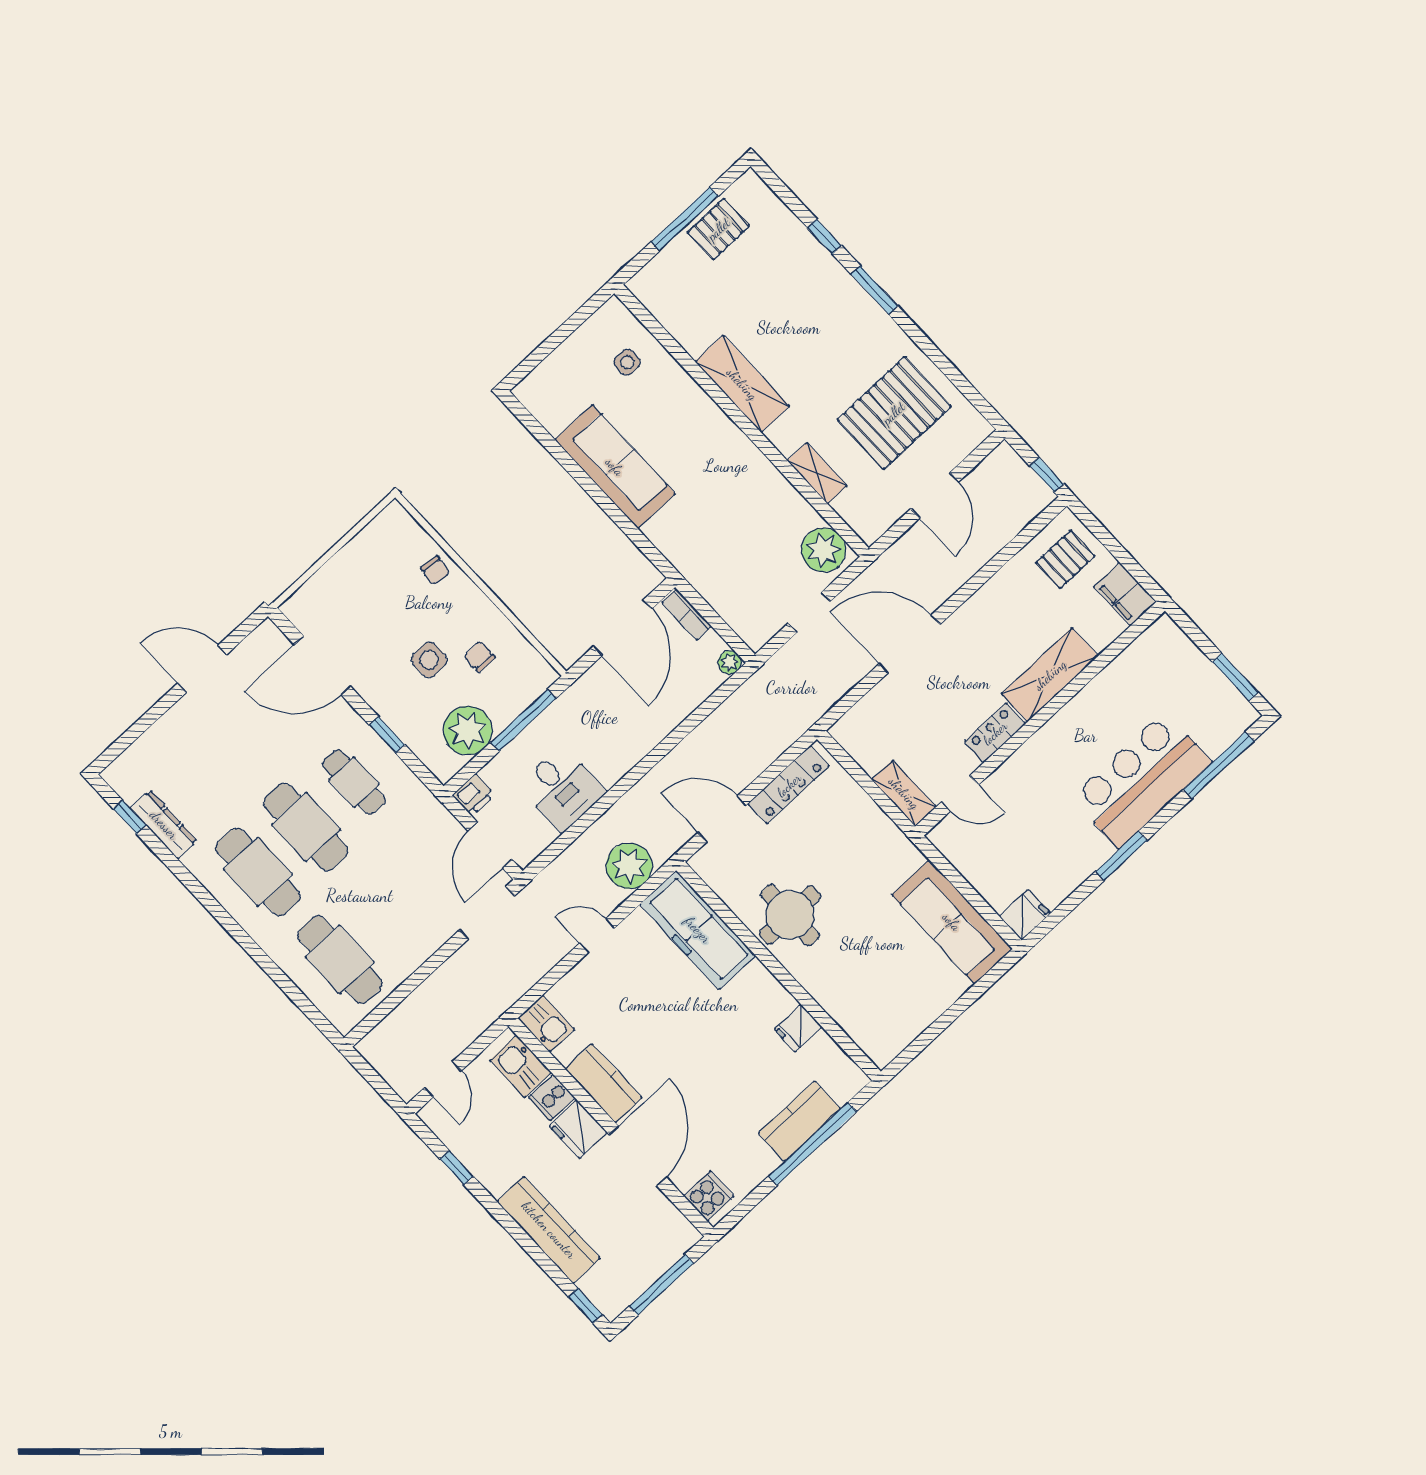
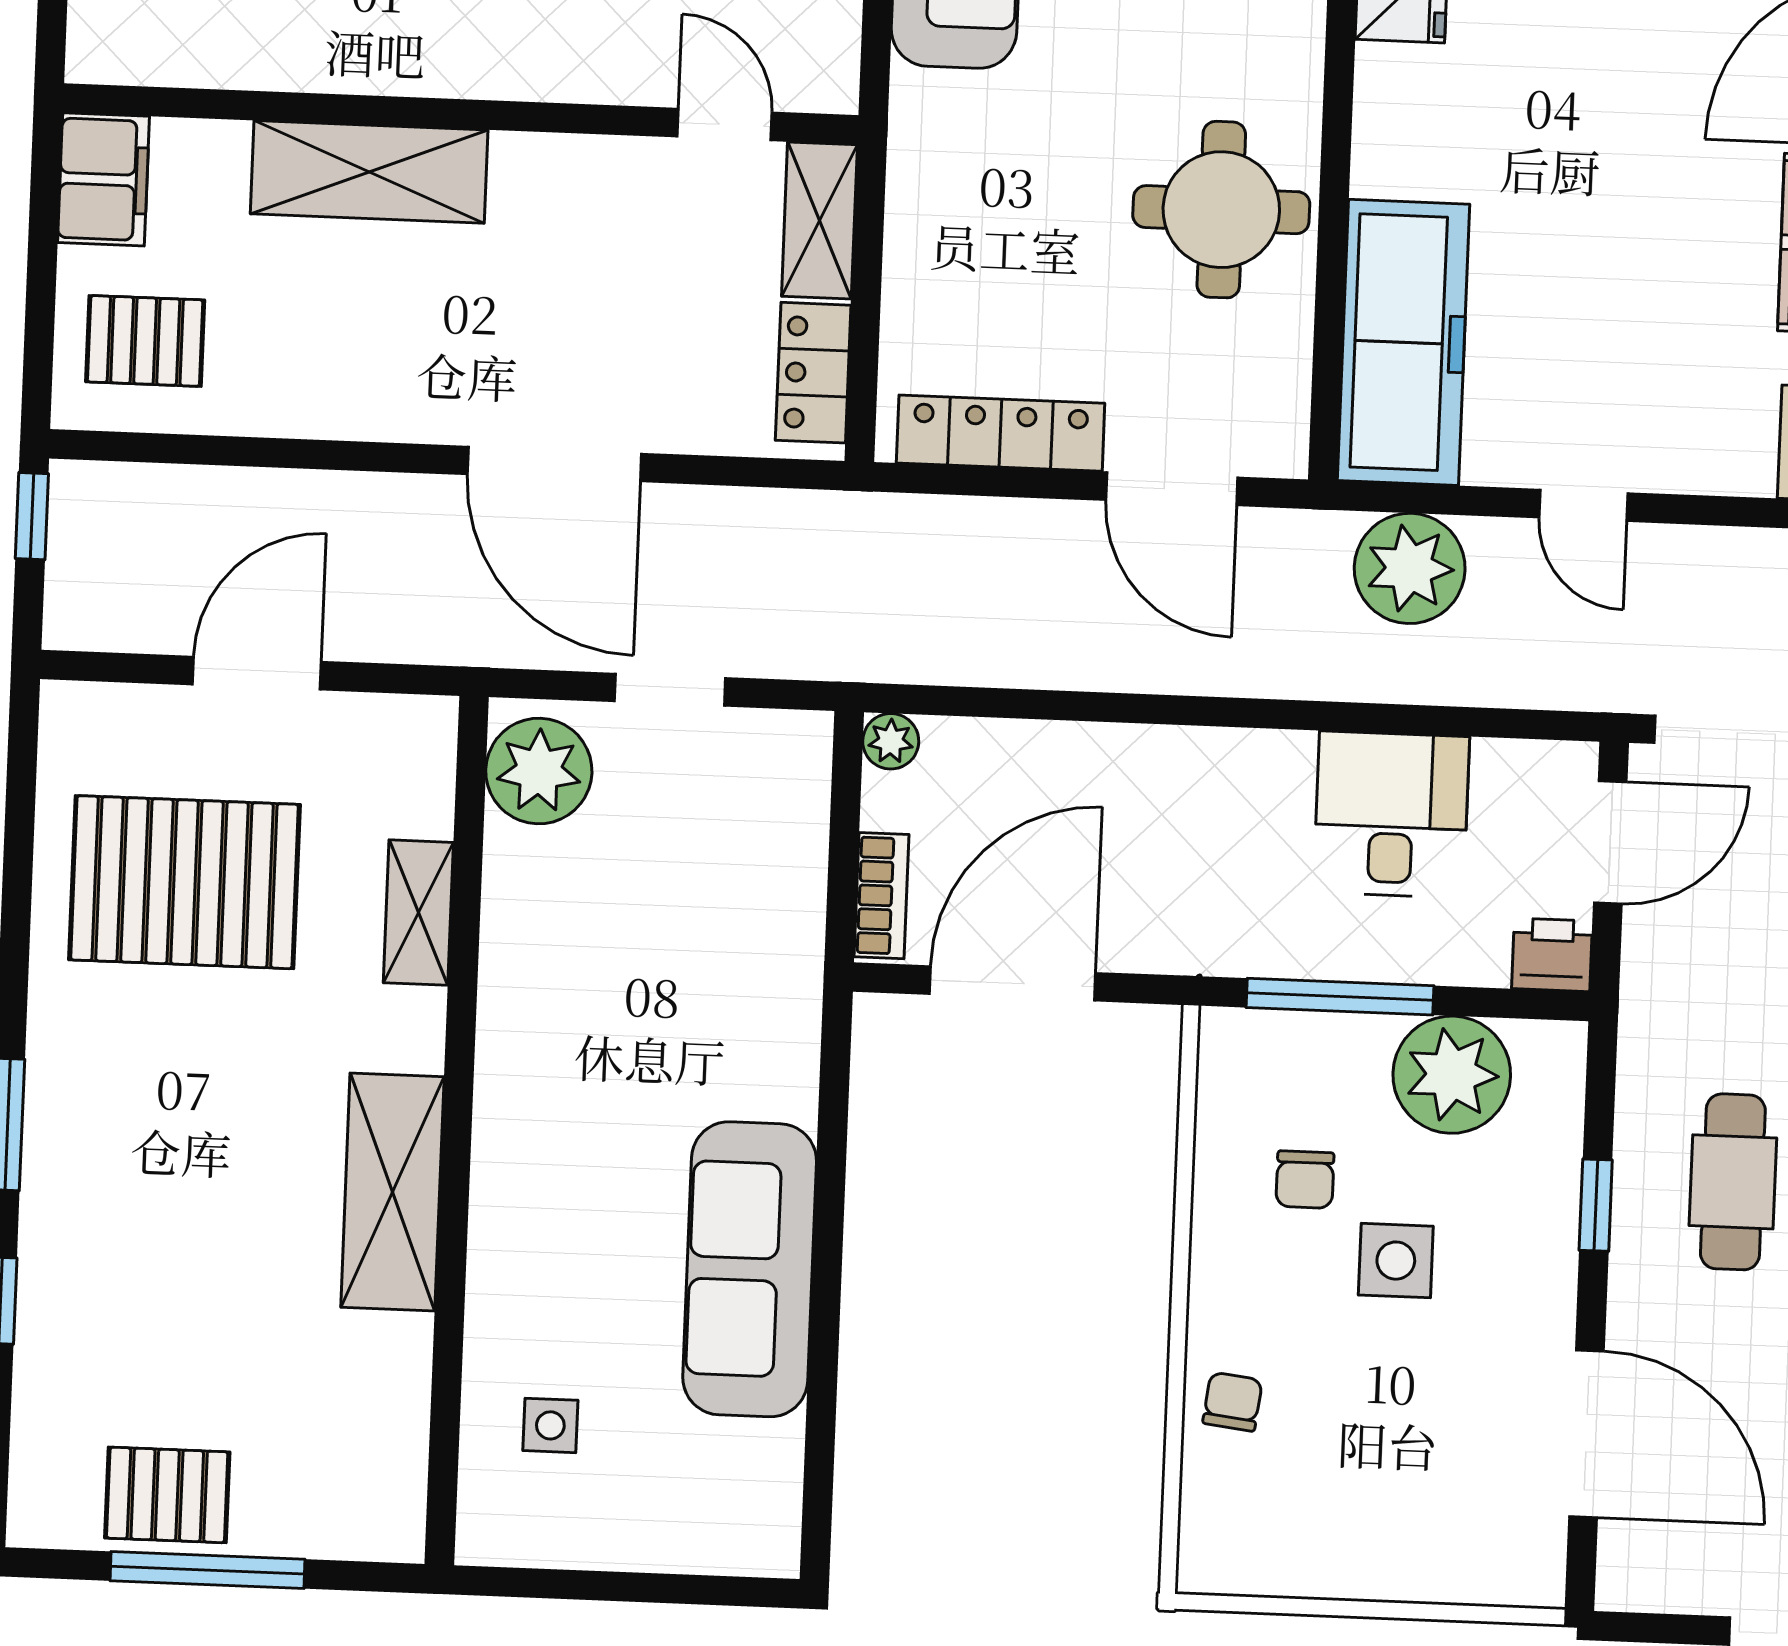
locker: (995, 733) -> (813, 373), moved, turned 90

